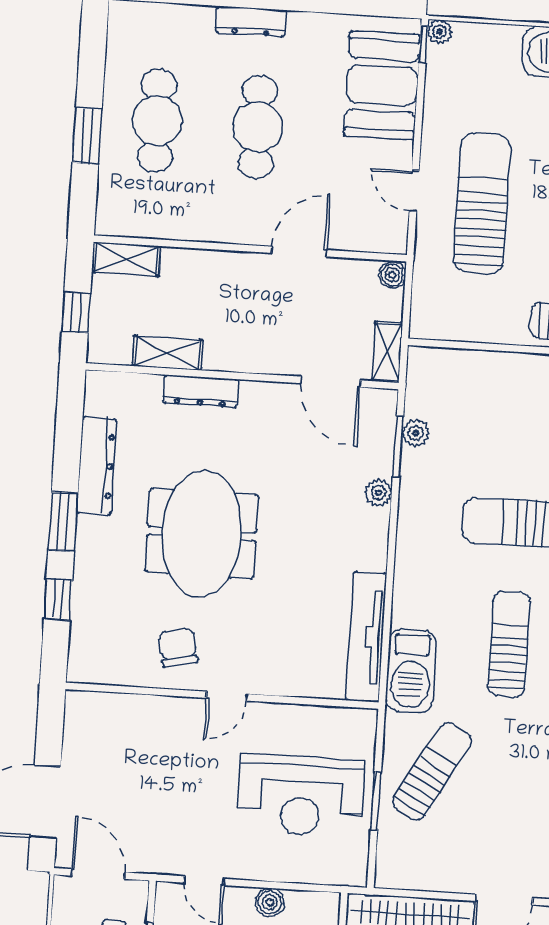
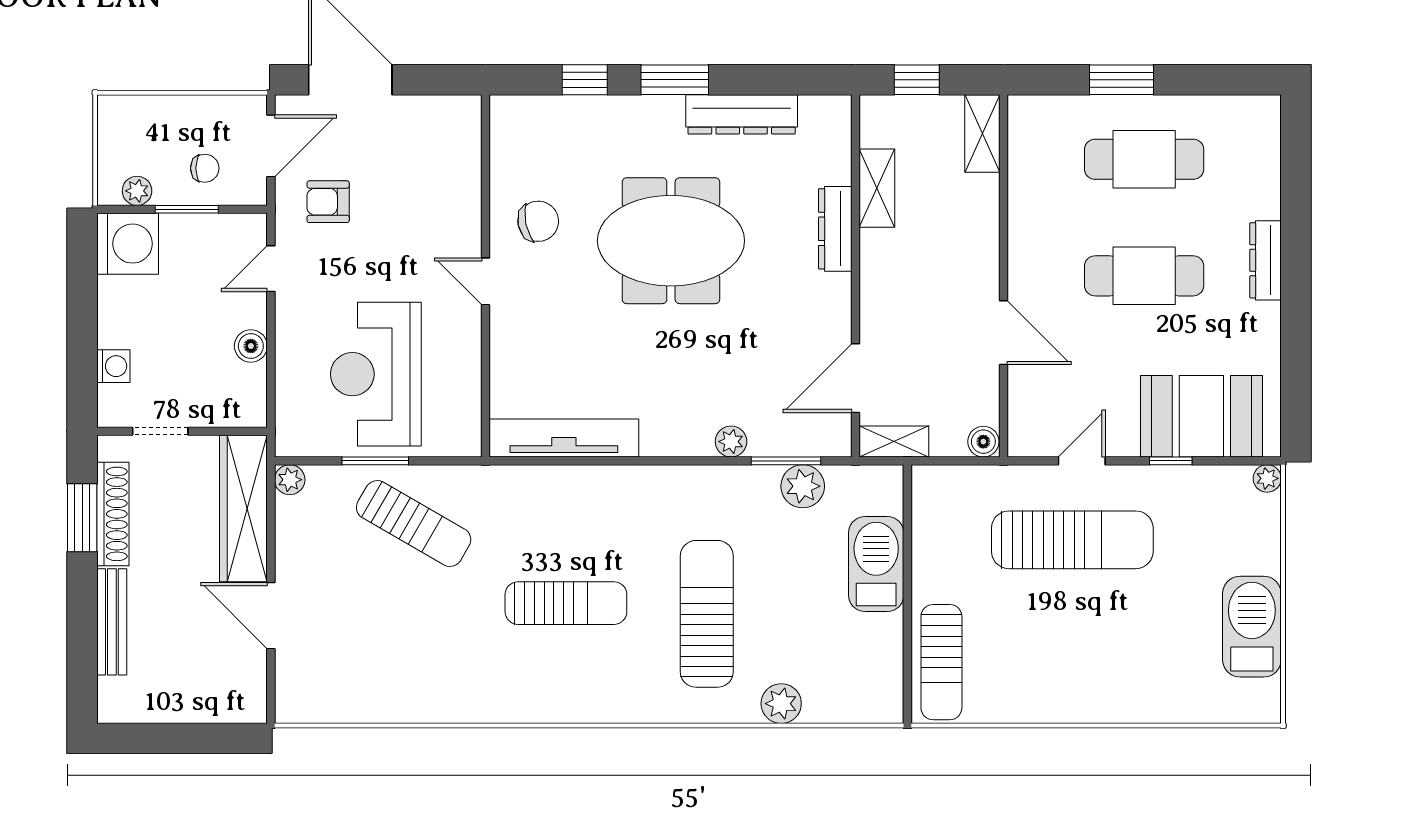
window: (423, 44) -> (1171, 461), moved
plant: (416, 433) -> (803, 486), width x1.38, depth x1.38
barbecue: (411, 671) -> (876, 564), moved, turned 90
armchair: (149, 828) -> (328, 202), added
plant: (387, 876) -> (290, 480), added

